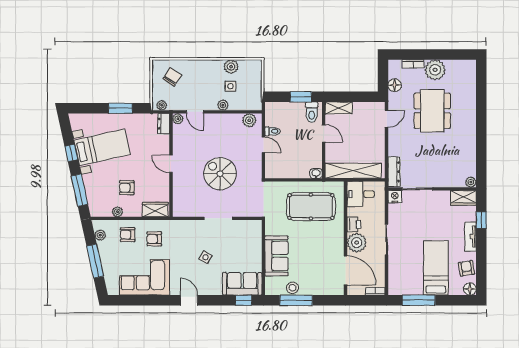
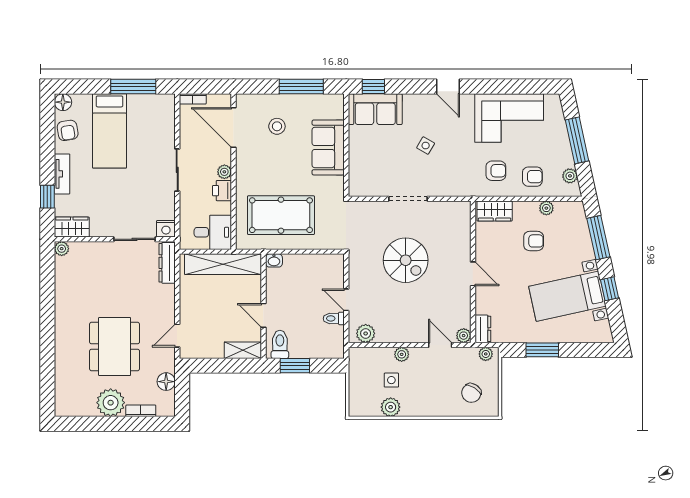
plant: (357, 243) -> (224, 172), width x0.53, depth x0.53
stool: (292, 288) -> (277, 126), moved

